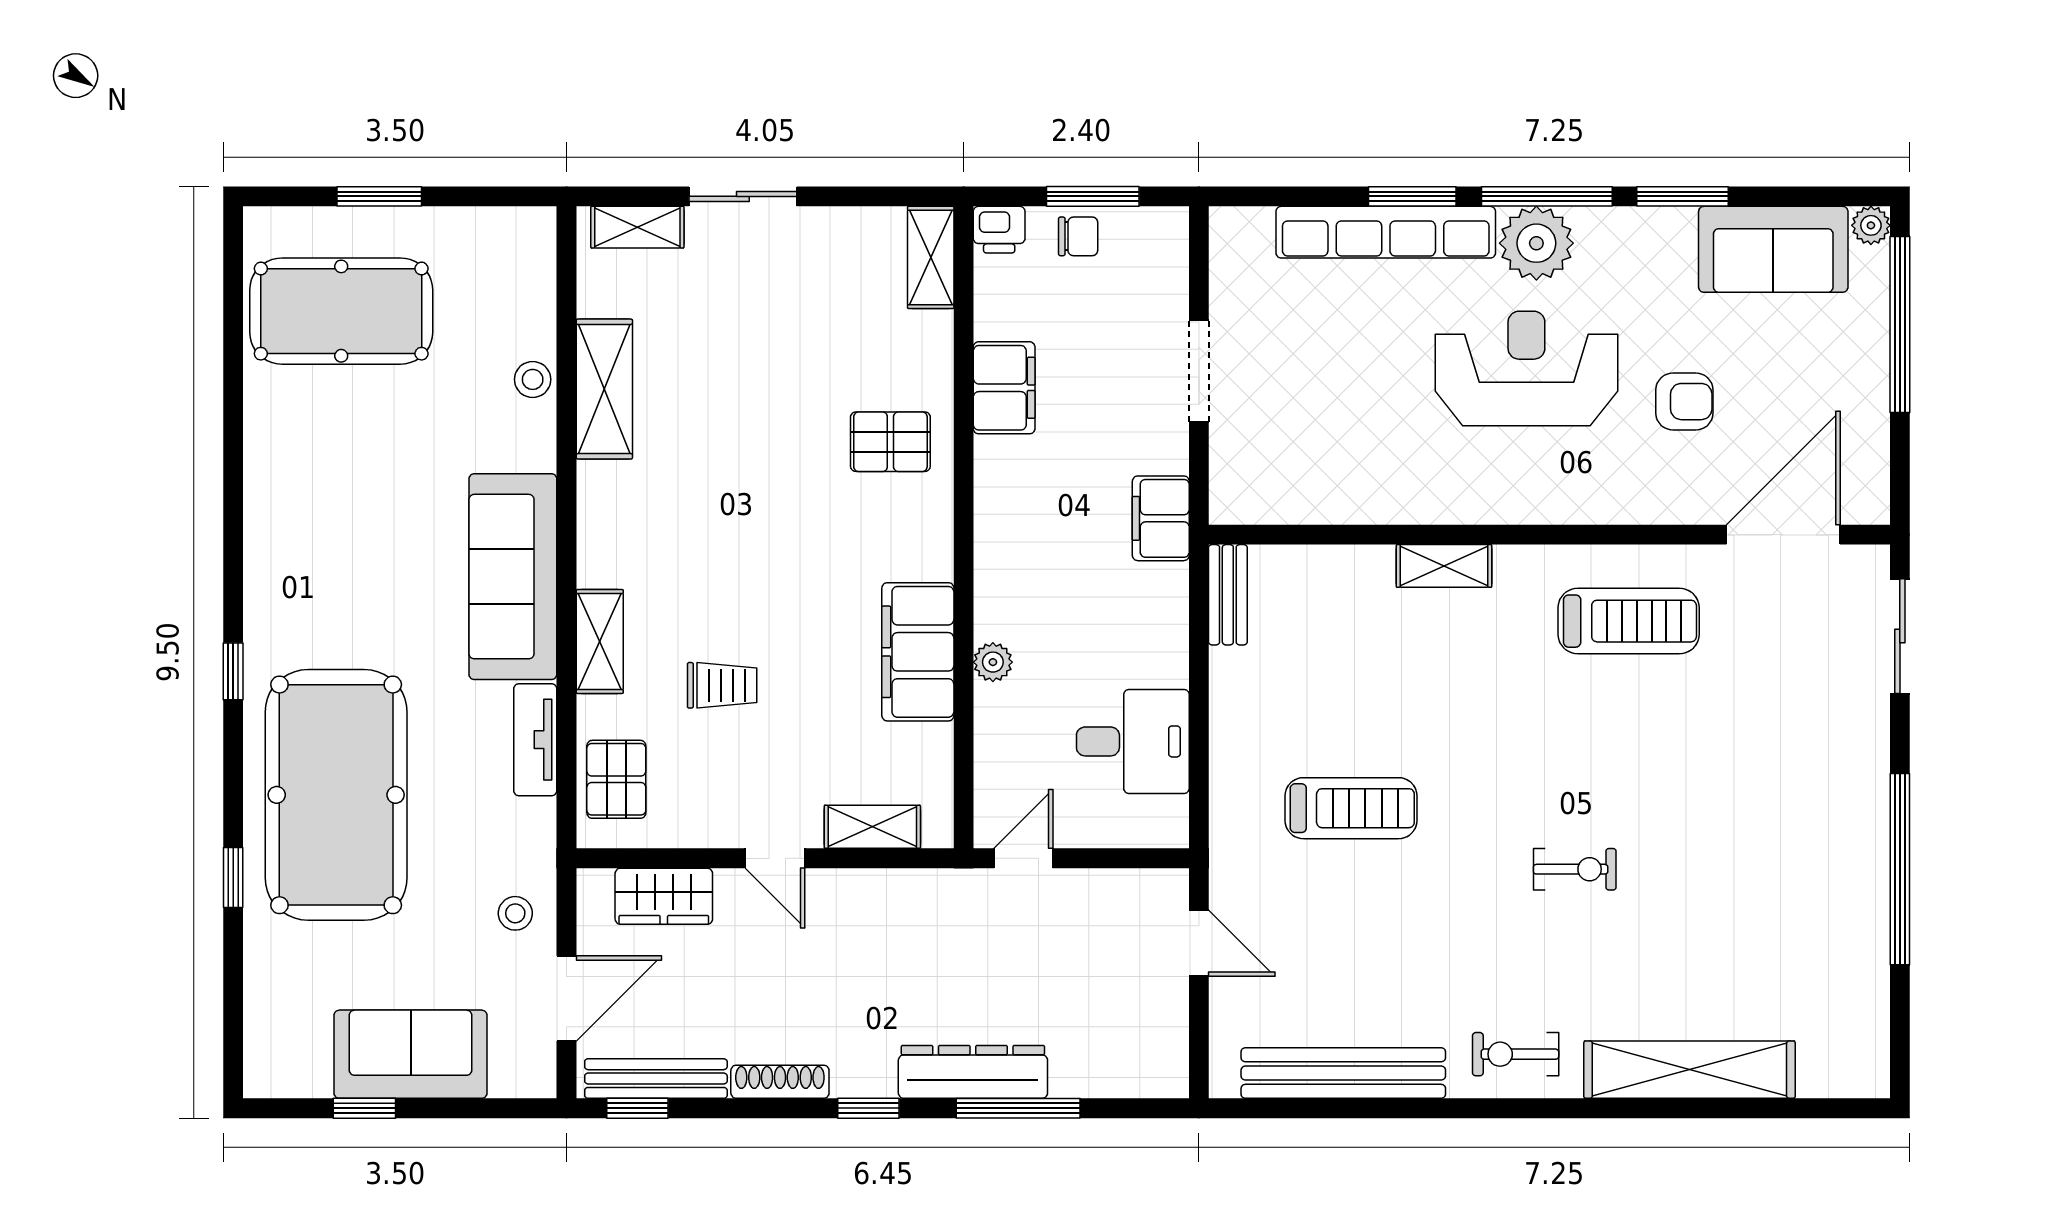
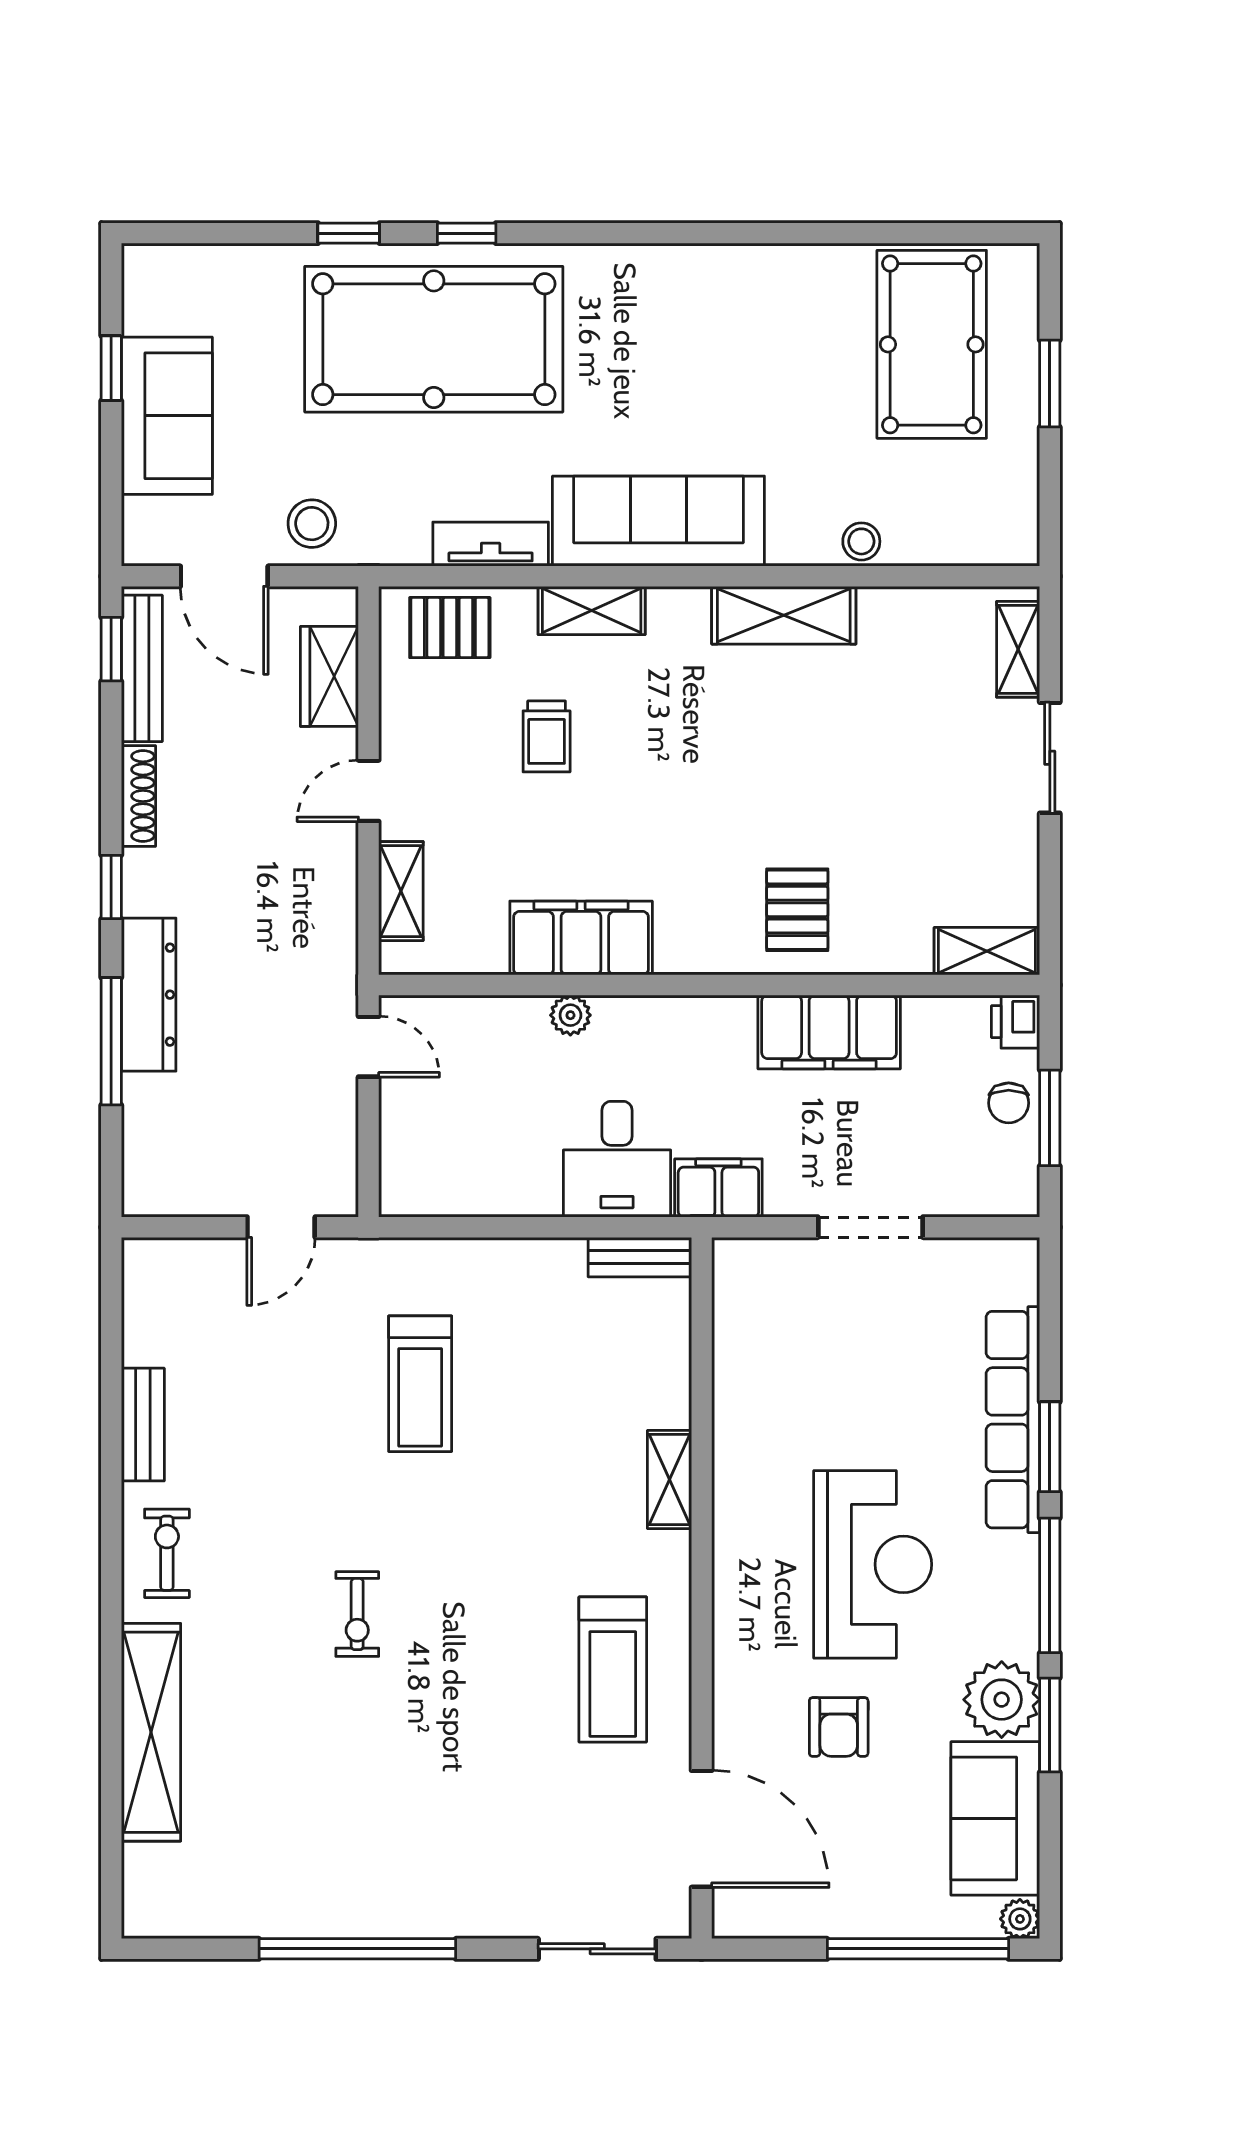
plant: (1536, 243) -> (1002, 1700), moved
filing cabinet: (1004, 388) -> (829, 1032), width x1.50, depth x1.17
shelving: (604, 389) -> (784, 615), moved
window: (233, 671) -> (467, 233), moved
desk: (1133, 741) -> (617, 1159), moved
stool: (515, 913) -> (312, 524), width x1.37, depth x1.37
bench: (1343, 1073) -> (143, 1425), width x0.54, depth x0.82

